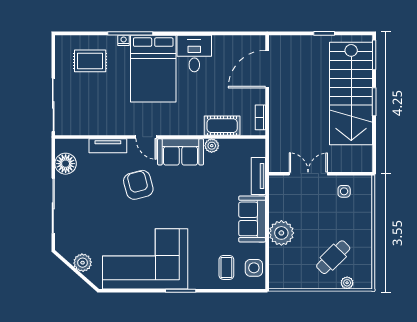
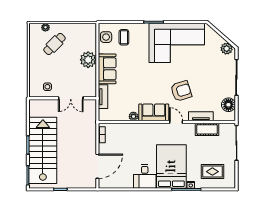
cot: (222, 126) -> (207, 129), moved
armchair: (138, 185) -> (181, 91), turned -92
plant: (83, 263) -> (227, 49), moved

